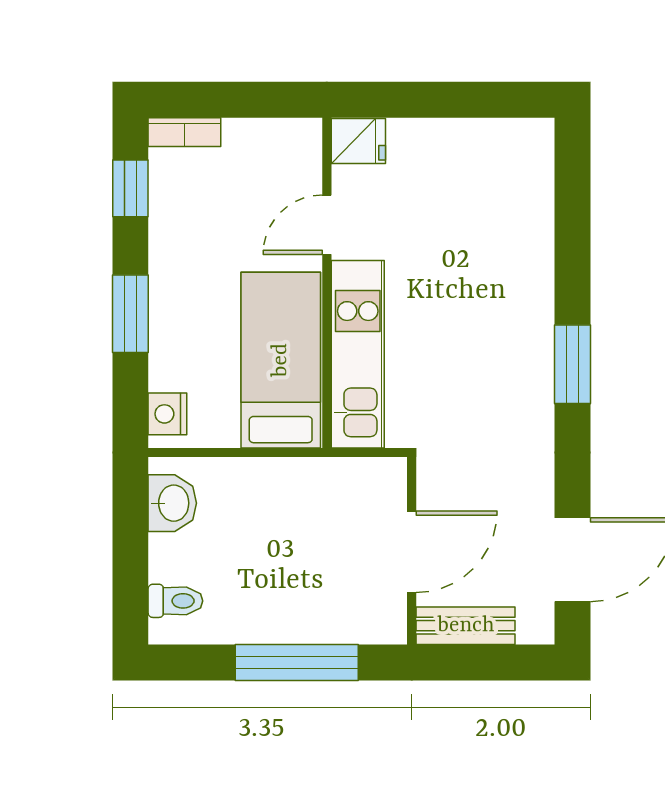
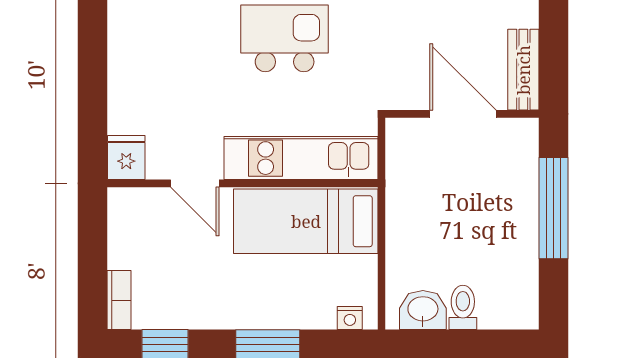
kitchen island: (504, 334) -> (285, 38), added
nightstand: (167, 414) -> (350, 318), width x0.72, depth x0.74
toilet: (175, 601) -> (463, 307), moved

